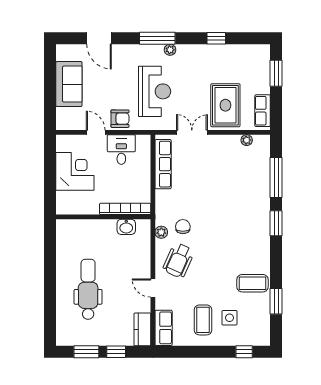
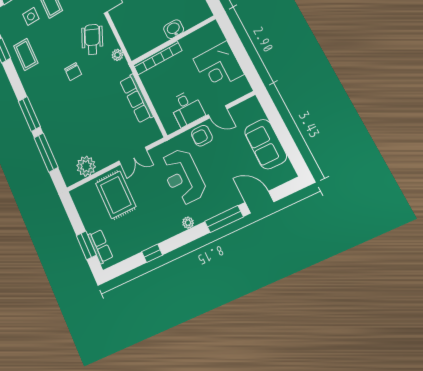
window: (157, 38) -> (224, 219), moved
row of seats: (263, 111) -> (100, 246), moved
plant: (247, 140) -> (86, 166), width x1.88, depth x1.88
row of seats: (163, 164) -> (136, 98), moved
window: (276, 223) -> (29, 114), width x1.44
washbasin: (126, 227) -> (174, 29), moved
chair: (183, 227) -> (73, 72), moved
coffee table: (253, 283) -> (26, 54), turned 90

